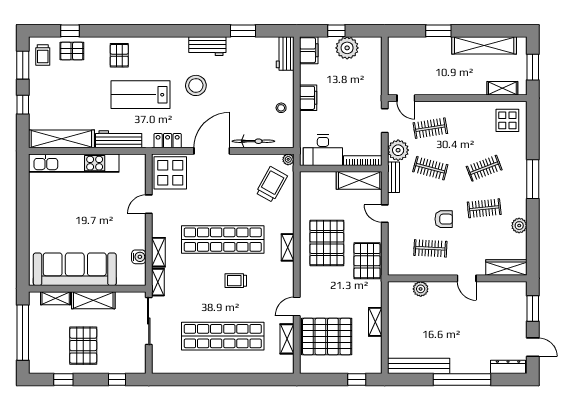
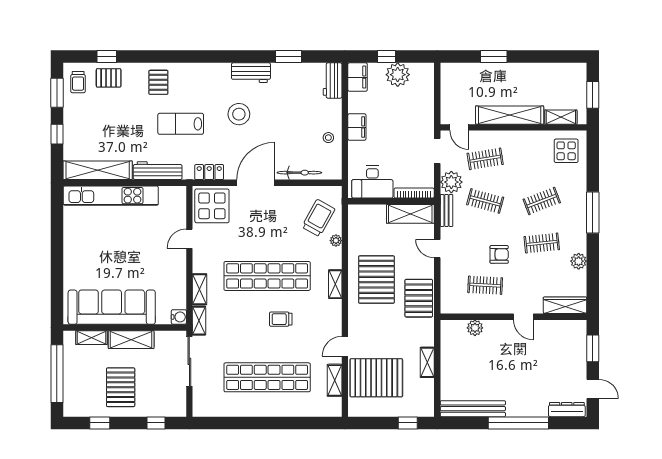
shelving: (484, 45) -> (510, 115), moved
lab bench: (140, 95) -> (181, 124), width x0.73, depth x0.72
plant: (288, 159) -> (336, 241), moved
water cooler: (139, 257) -> (179, 317), moved

